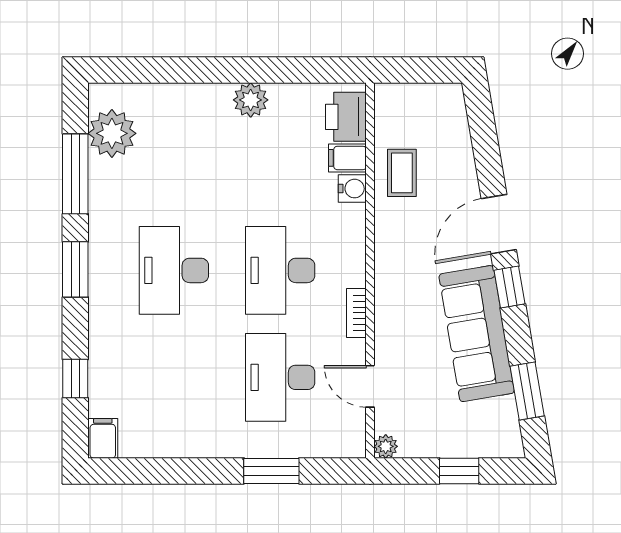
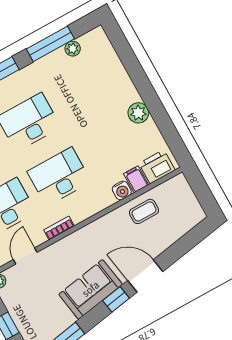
plant: (112, 133) -> (73, 49), width x0.53, depth x0.53
sofa: (477, 334) -> (91, 289), width x0.73

